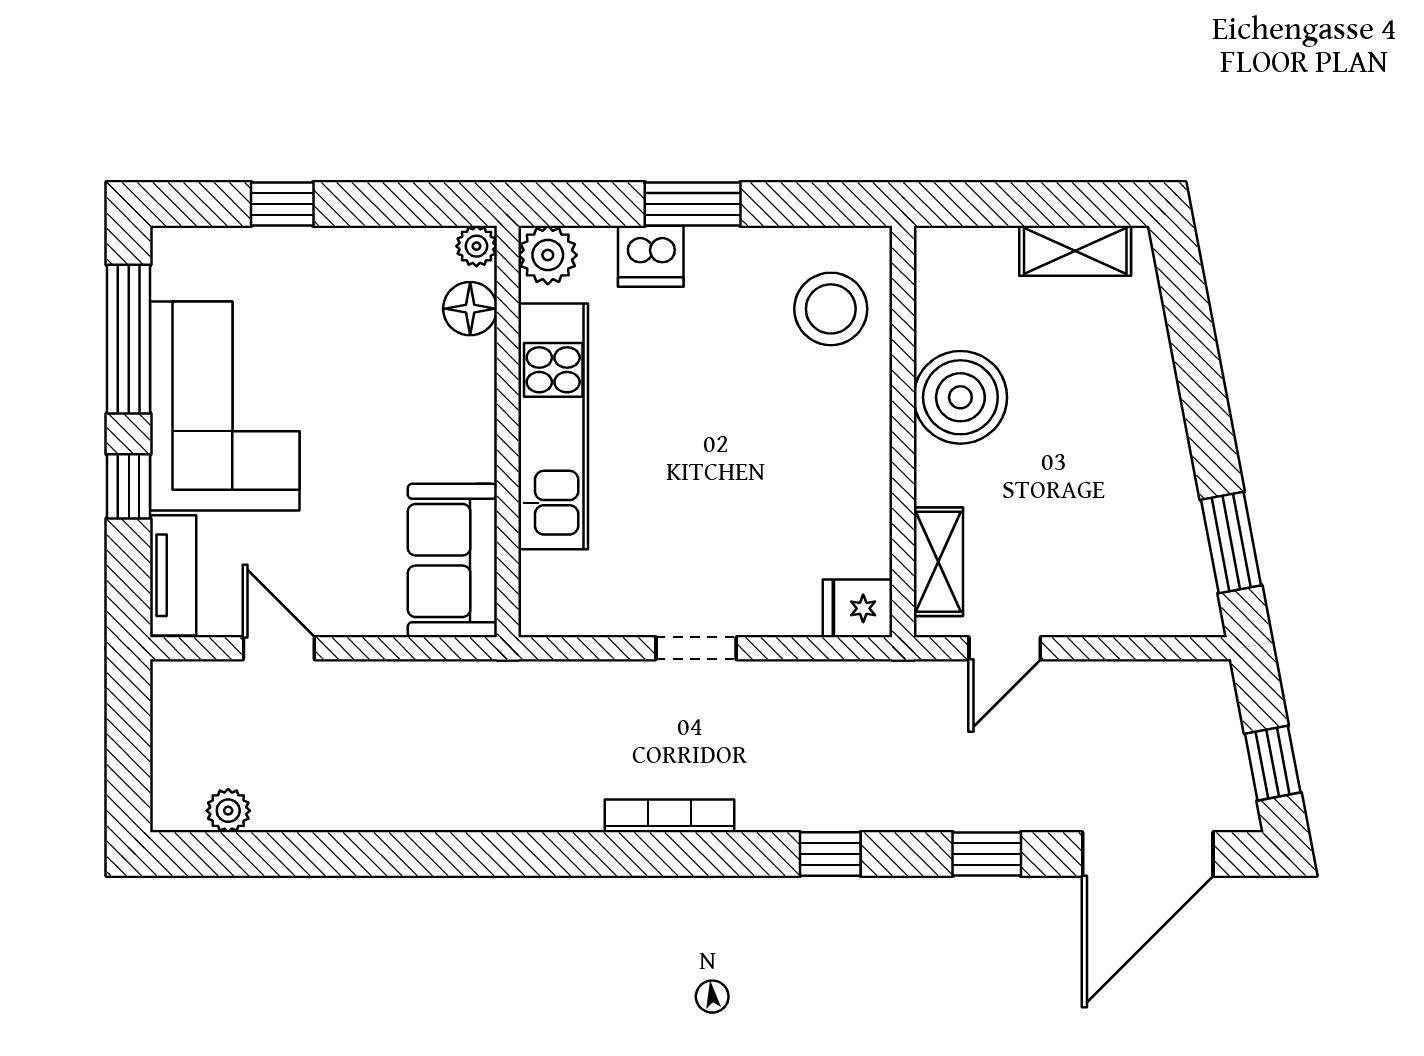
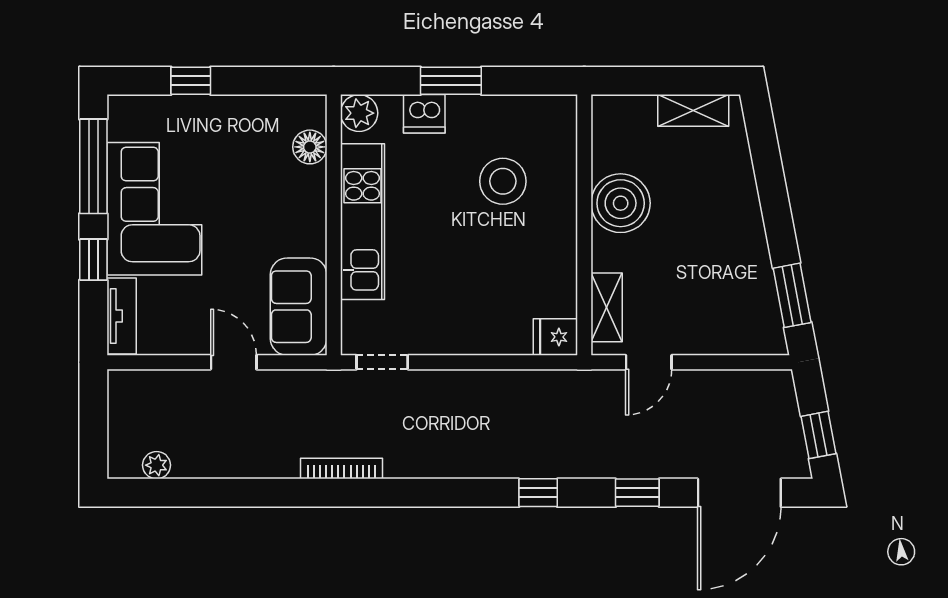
plant: (476, 246) -> (314, 107), removed
stool: (831, 309) -> (503, 181), moved
door: (279, 648) -> (234, 362), moved
doorway: (696, 648) -> (382, 362), moved
bookcase: (670, 816) -> (341, 468), moved

